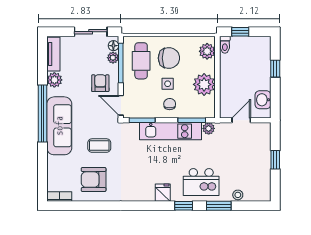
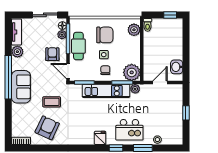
window: (240, 32) -> (170, 15), moved
cafe table: (141, 61) -> (78, 46), moved
window: (275, 69) -> (186, 43), removed
plant: (204, 84) -> (132, 72), moved
sofa: (59, 126) -> (21, 87), width x0.73
armchair: (94, 180) -> (47, 128), turned 115

